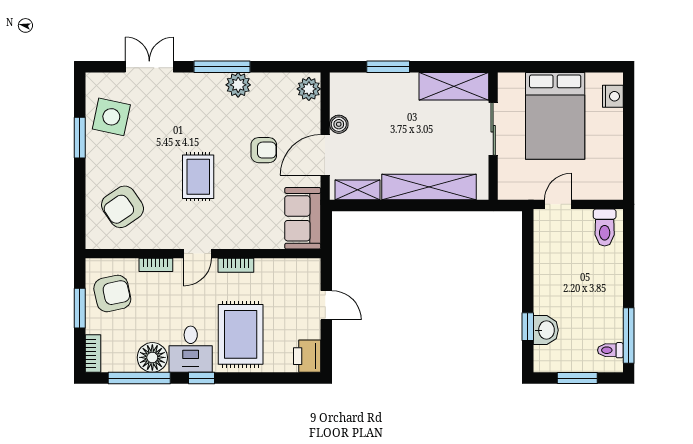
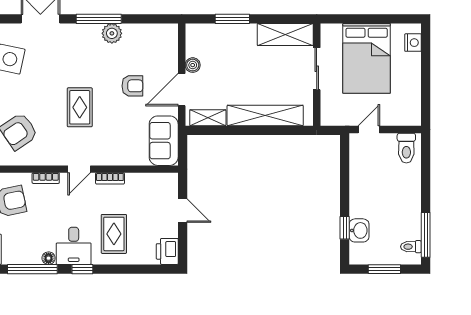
plant: (309, 89) -> (169, 37), removed
rug: (241, 334) -> (114, 234), width x0.73, depth x0.70
floor lamp: (152, 357) -> (49, 258), width x0.53, depth x0.53

